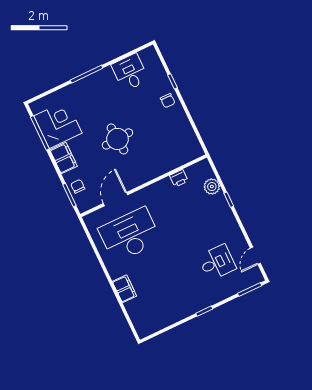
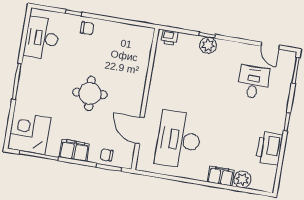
desk: (130, 72) -> (42, 38), width x1.37
corner desk: (58, 124) -> (29, 133), moved
printer: (179, 178) -> (170, 37), moved, turned 90
plant: (212, 187) -> (208, 45), moved
plant: (134, 308) -> (242, 179), added
printer: (173, 312) -> (269, 148), added

